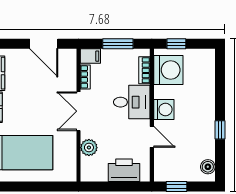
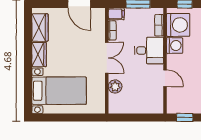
washing machine: (164, 109) -> (175, 46), moved
double door: (79, 111) -> (107, 58), swing flipped
printer: (124, 170) -> (143, 105), removed

